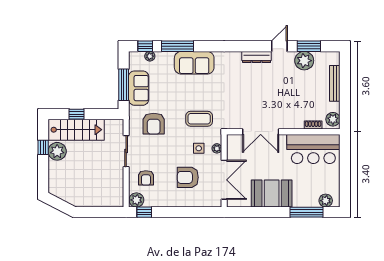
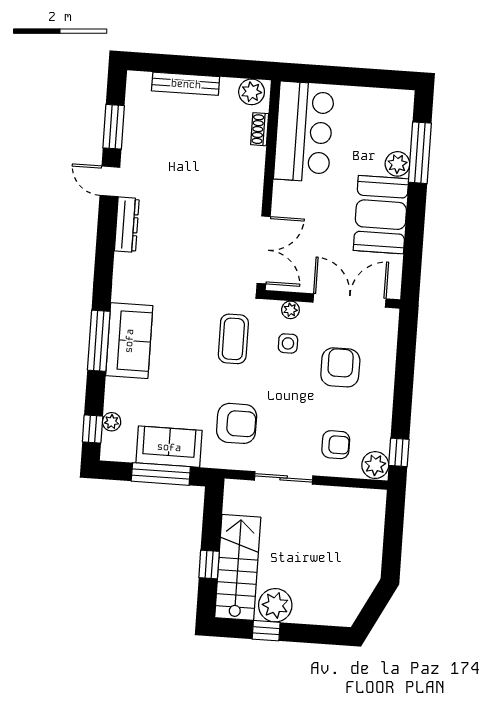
window: (178, 46) -> (99, 341), moved
plant: (304, 61) -> (140, 137), removed
double door: (261, 132) -> (264, 250), moved
armchair: (188, 177) -> (340, 367), turned 180
plant: (326, 201) -> (397, 164), moved

